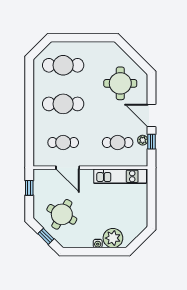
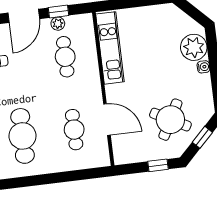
door: (68, 168) -> (107, 120), hinge flipped
window: (29, 188) -> (158, 165), moved

